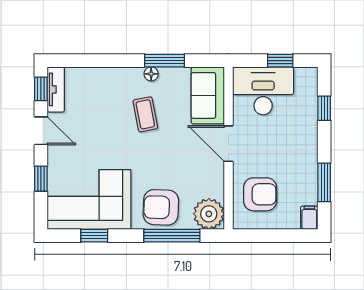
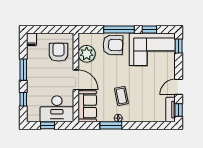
door: (41, 131) -> (179, 87), hinge flipped
window: (41, 179) -> (179, 46), moved
window: (324, 182) -> (23, 70), moved
armchair: (260, 194) -> (58, 52), turned 90
plant: (209, 214) -> (87, 54), moved
window: (172, 236) -> (119, 29), moved

